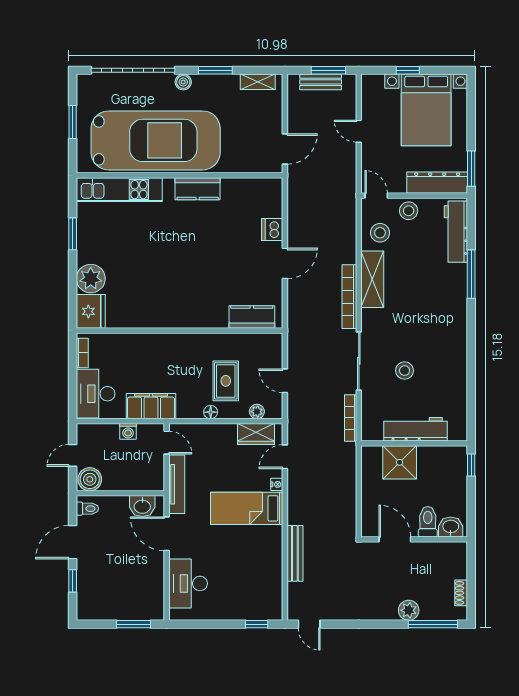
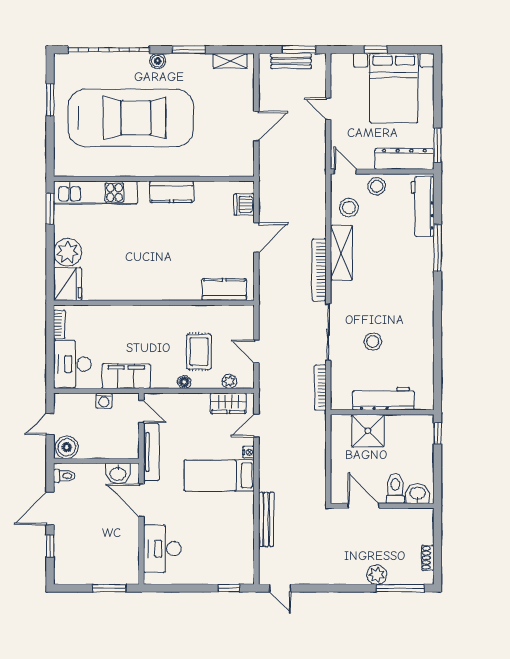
wall: (179, 175) -> (154, 179), moved
kitchen counter: (198, 189) -> (172, 192), moved
kitchen unit: (119, 190) -> (95, 193), moved

